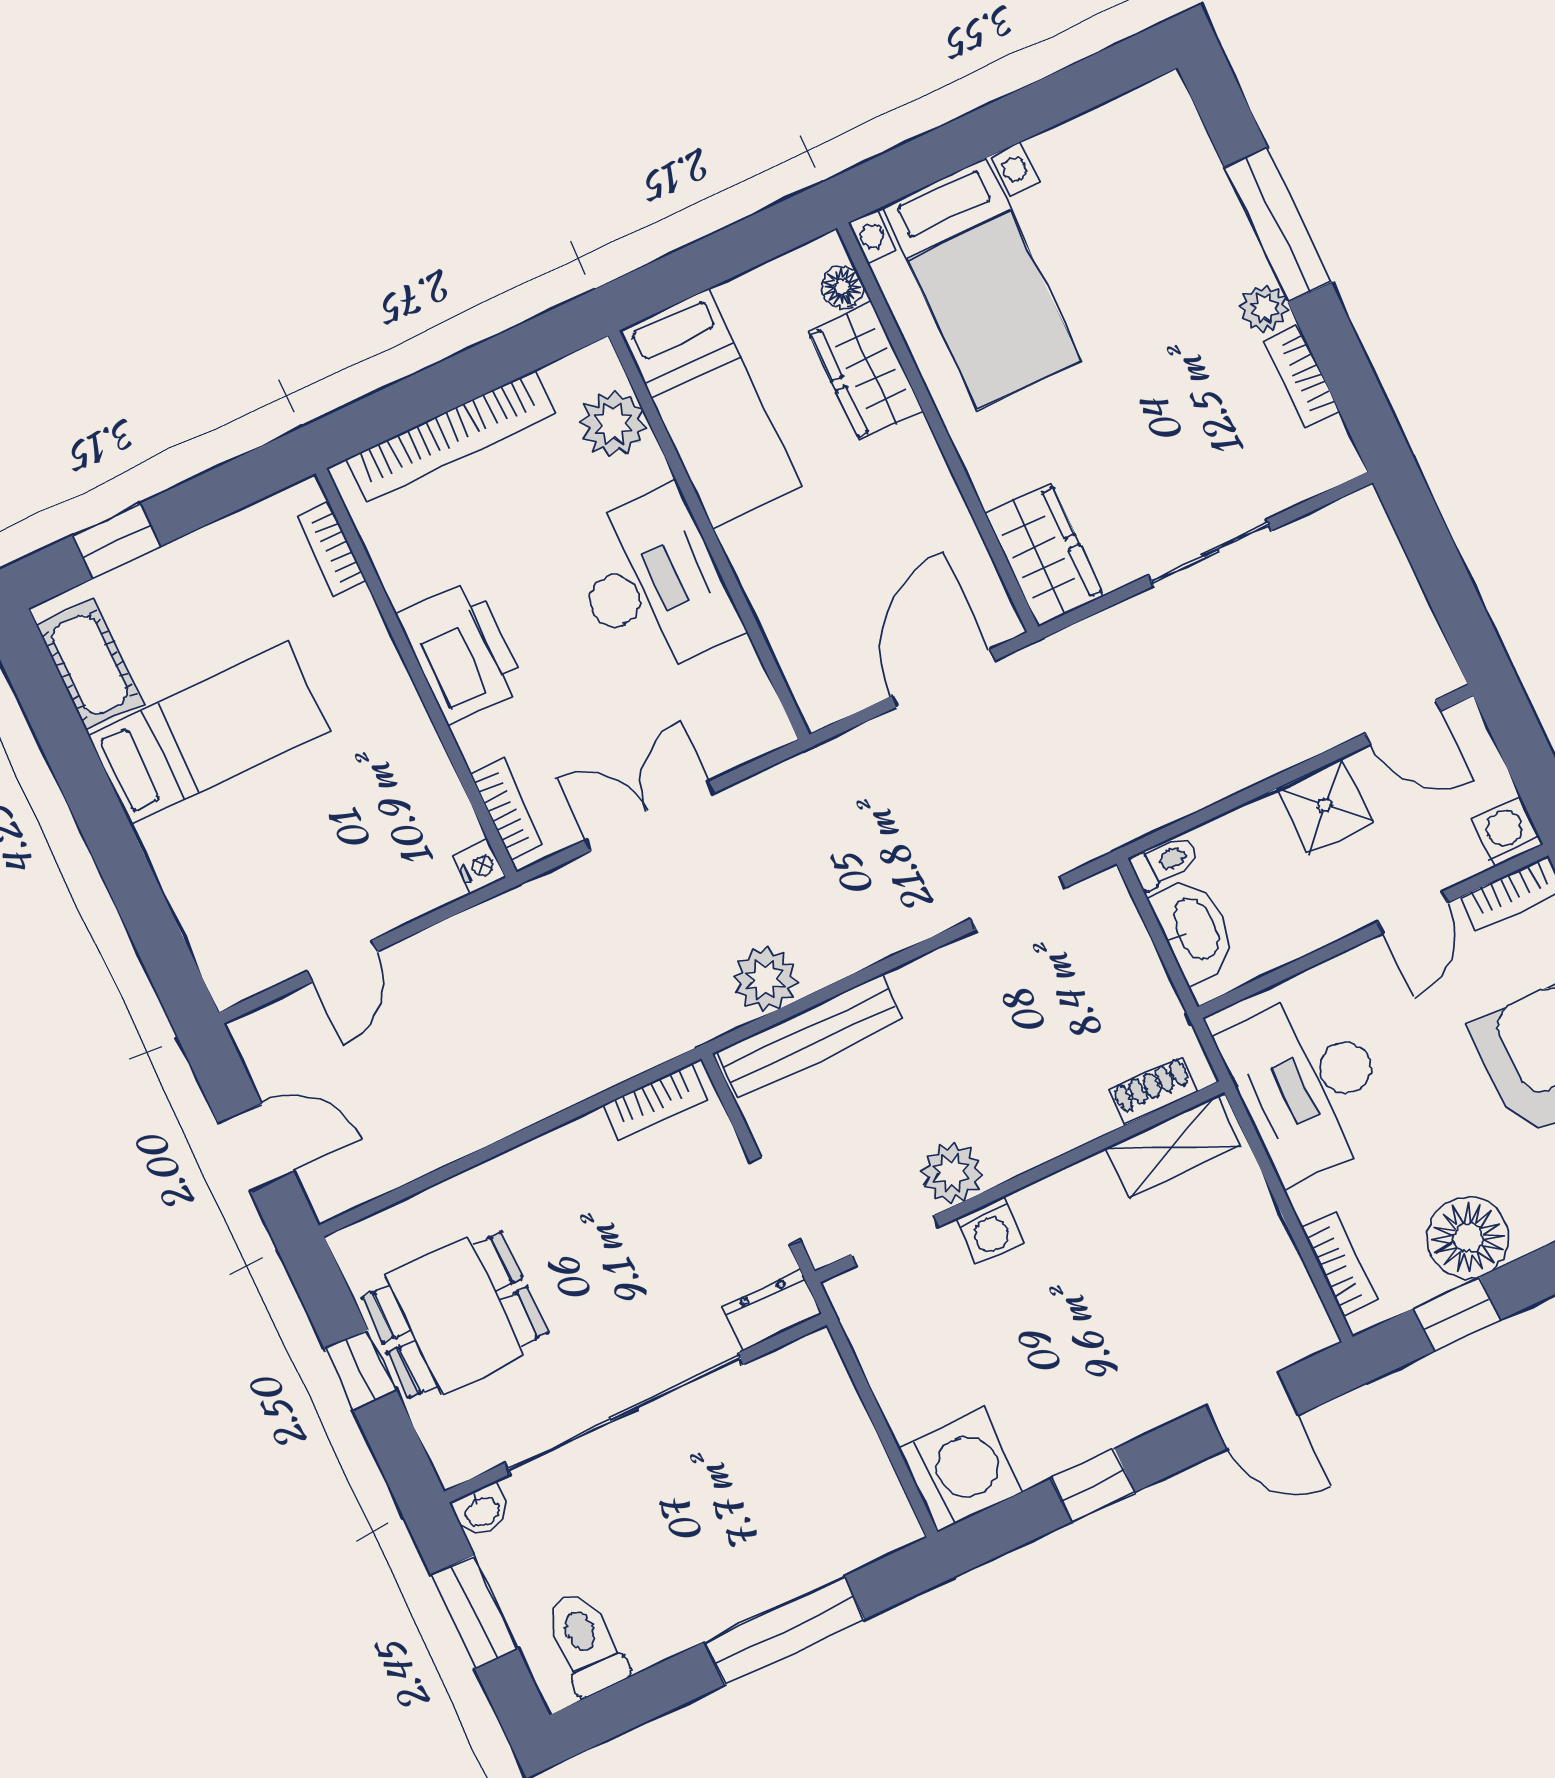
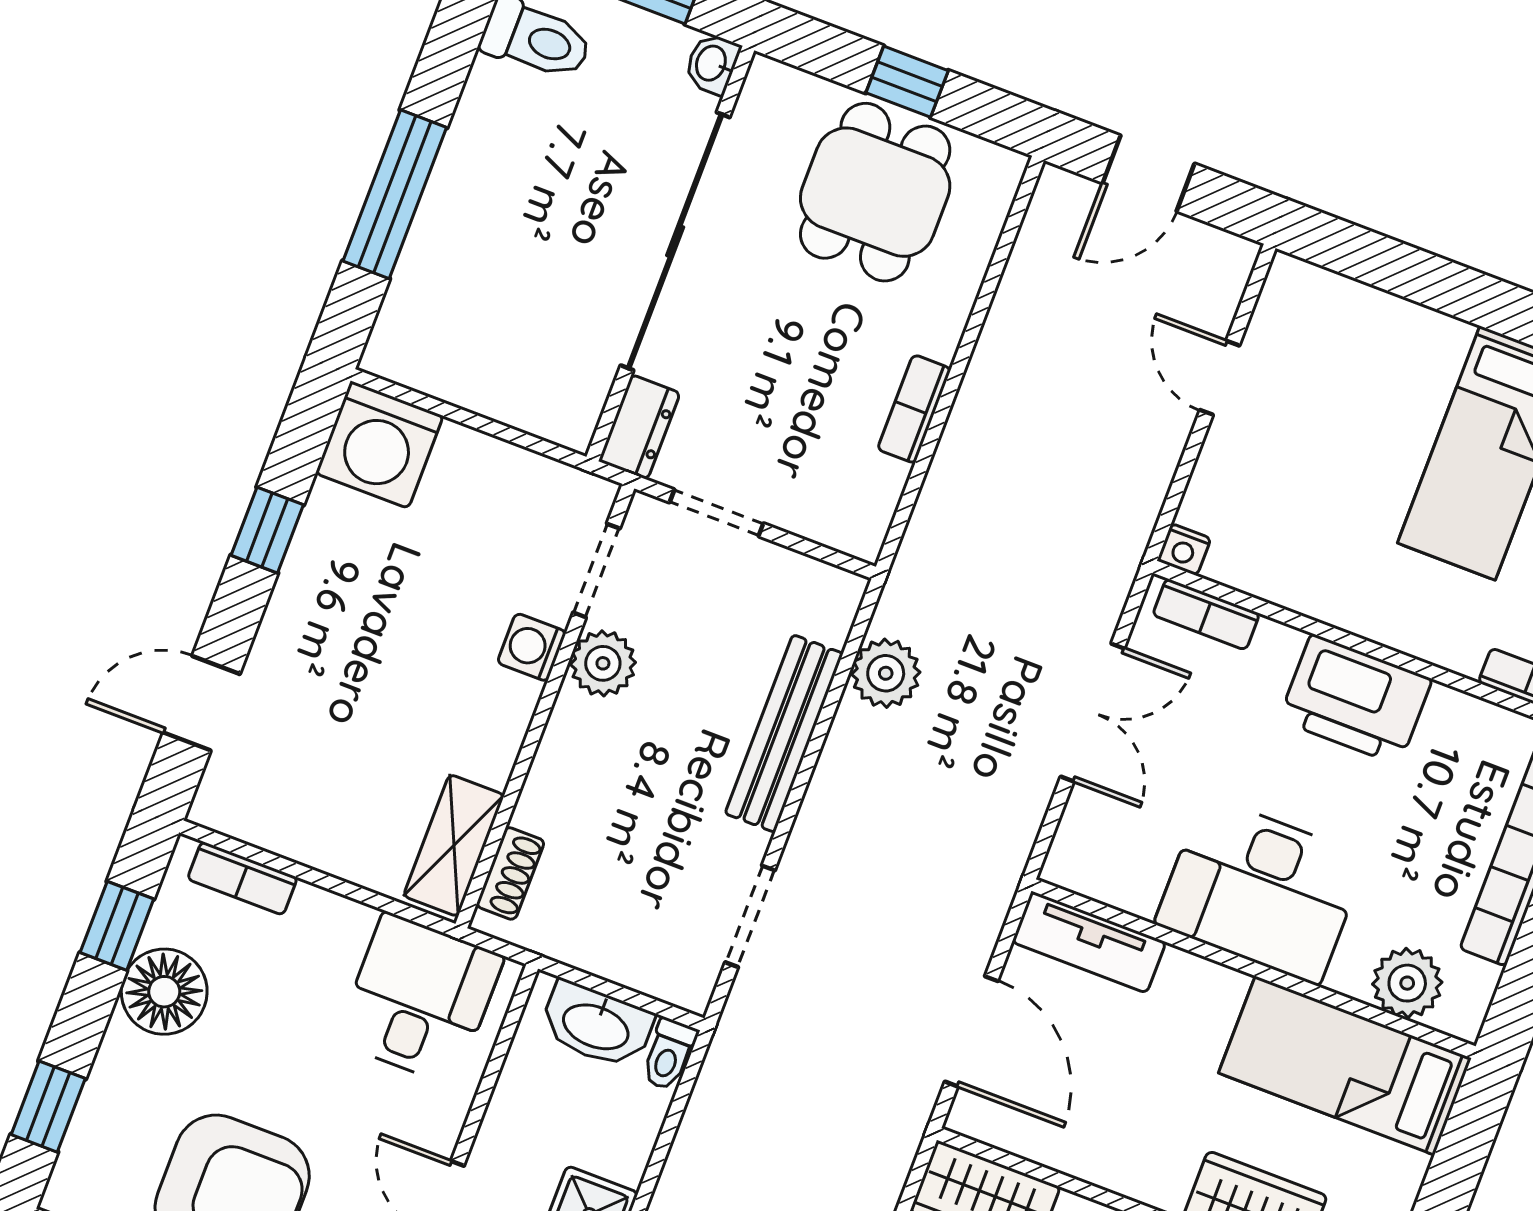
tv unit: (804, 662) -> (1089, 942), added
bench: (809, 1036) -> (784, 734), moved
desk: (1308, 1085) -> (420, 999), width x0.73
bookcase: (654, 1102) -> (914, 409), moved

